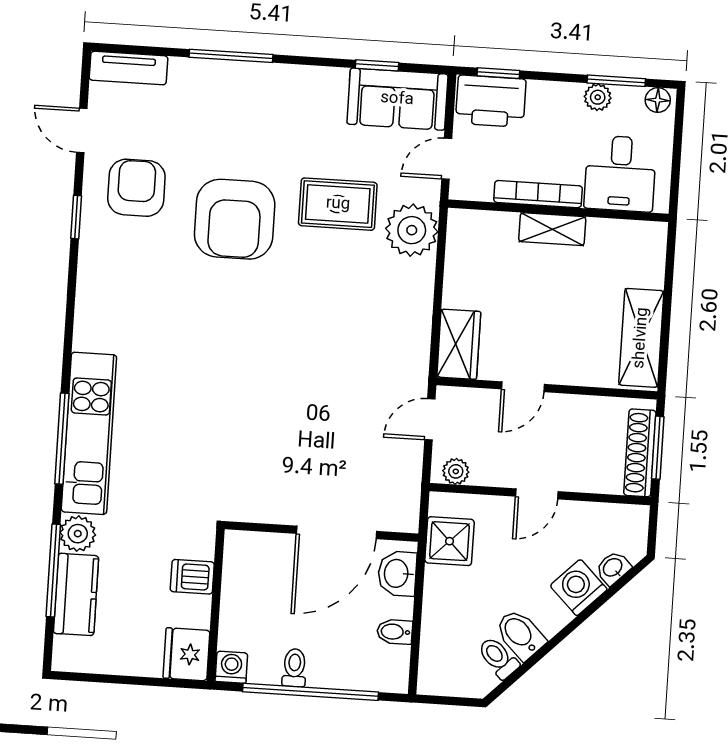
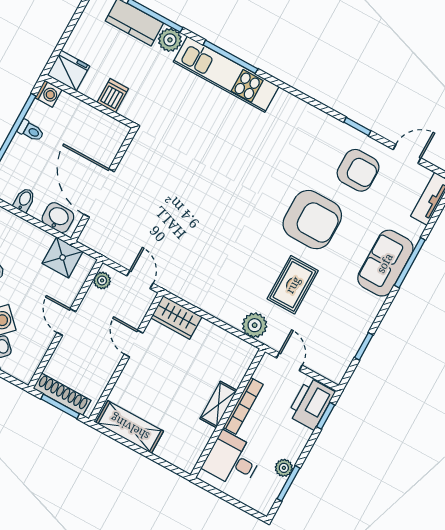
sofa: (397, 99) -> (385, 263), moved
floor lamp: (658, 100) -> (266, 503), removed
armchair: (235, 219) -> (312, 220), turned 180
plant: (412, 230) -> (255, 325), width x0.73, depth x0.73

